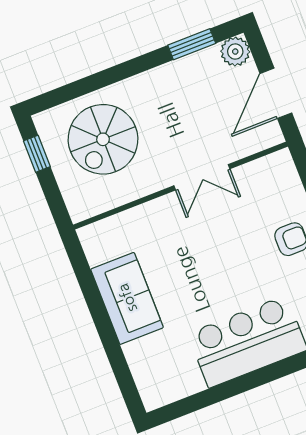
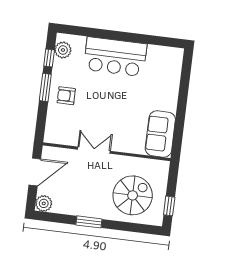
window: (192, 44) -> (89, 222), moved
sofa: (127, 298) -> (160, 134), moved

